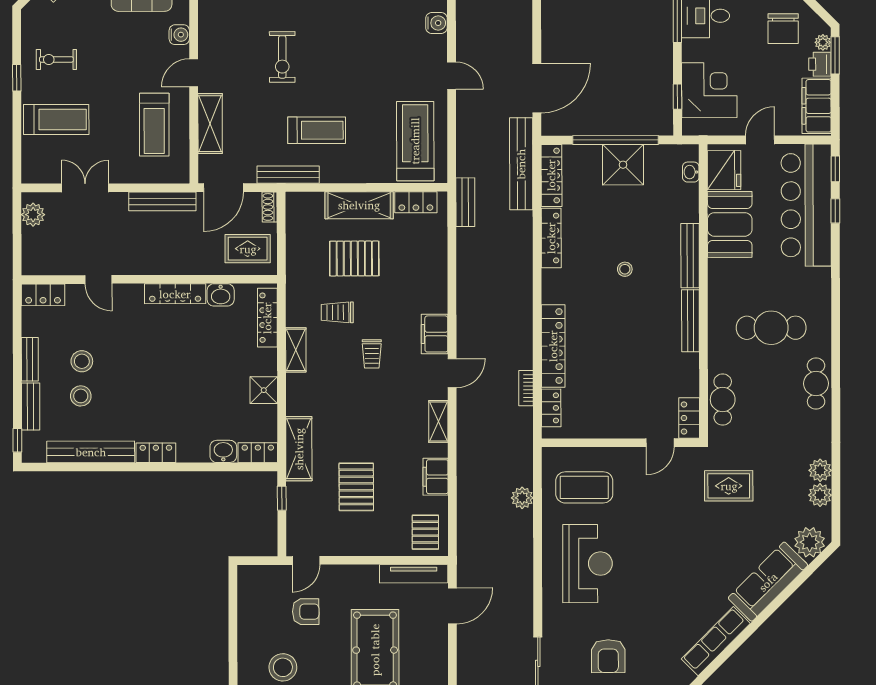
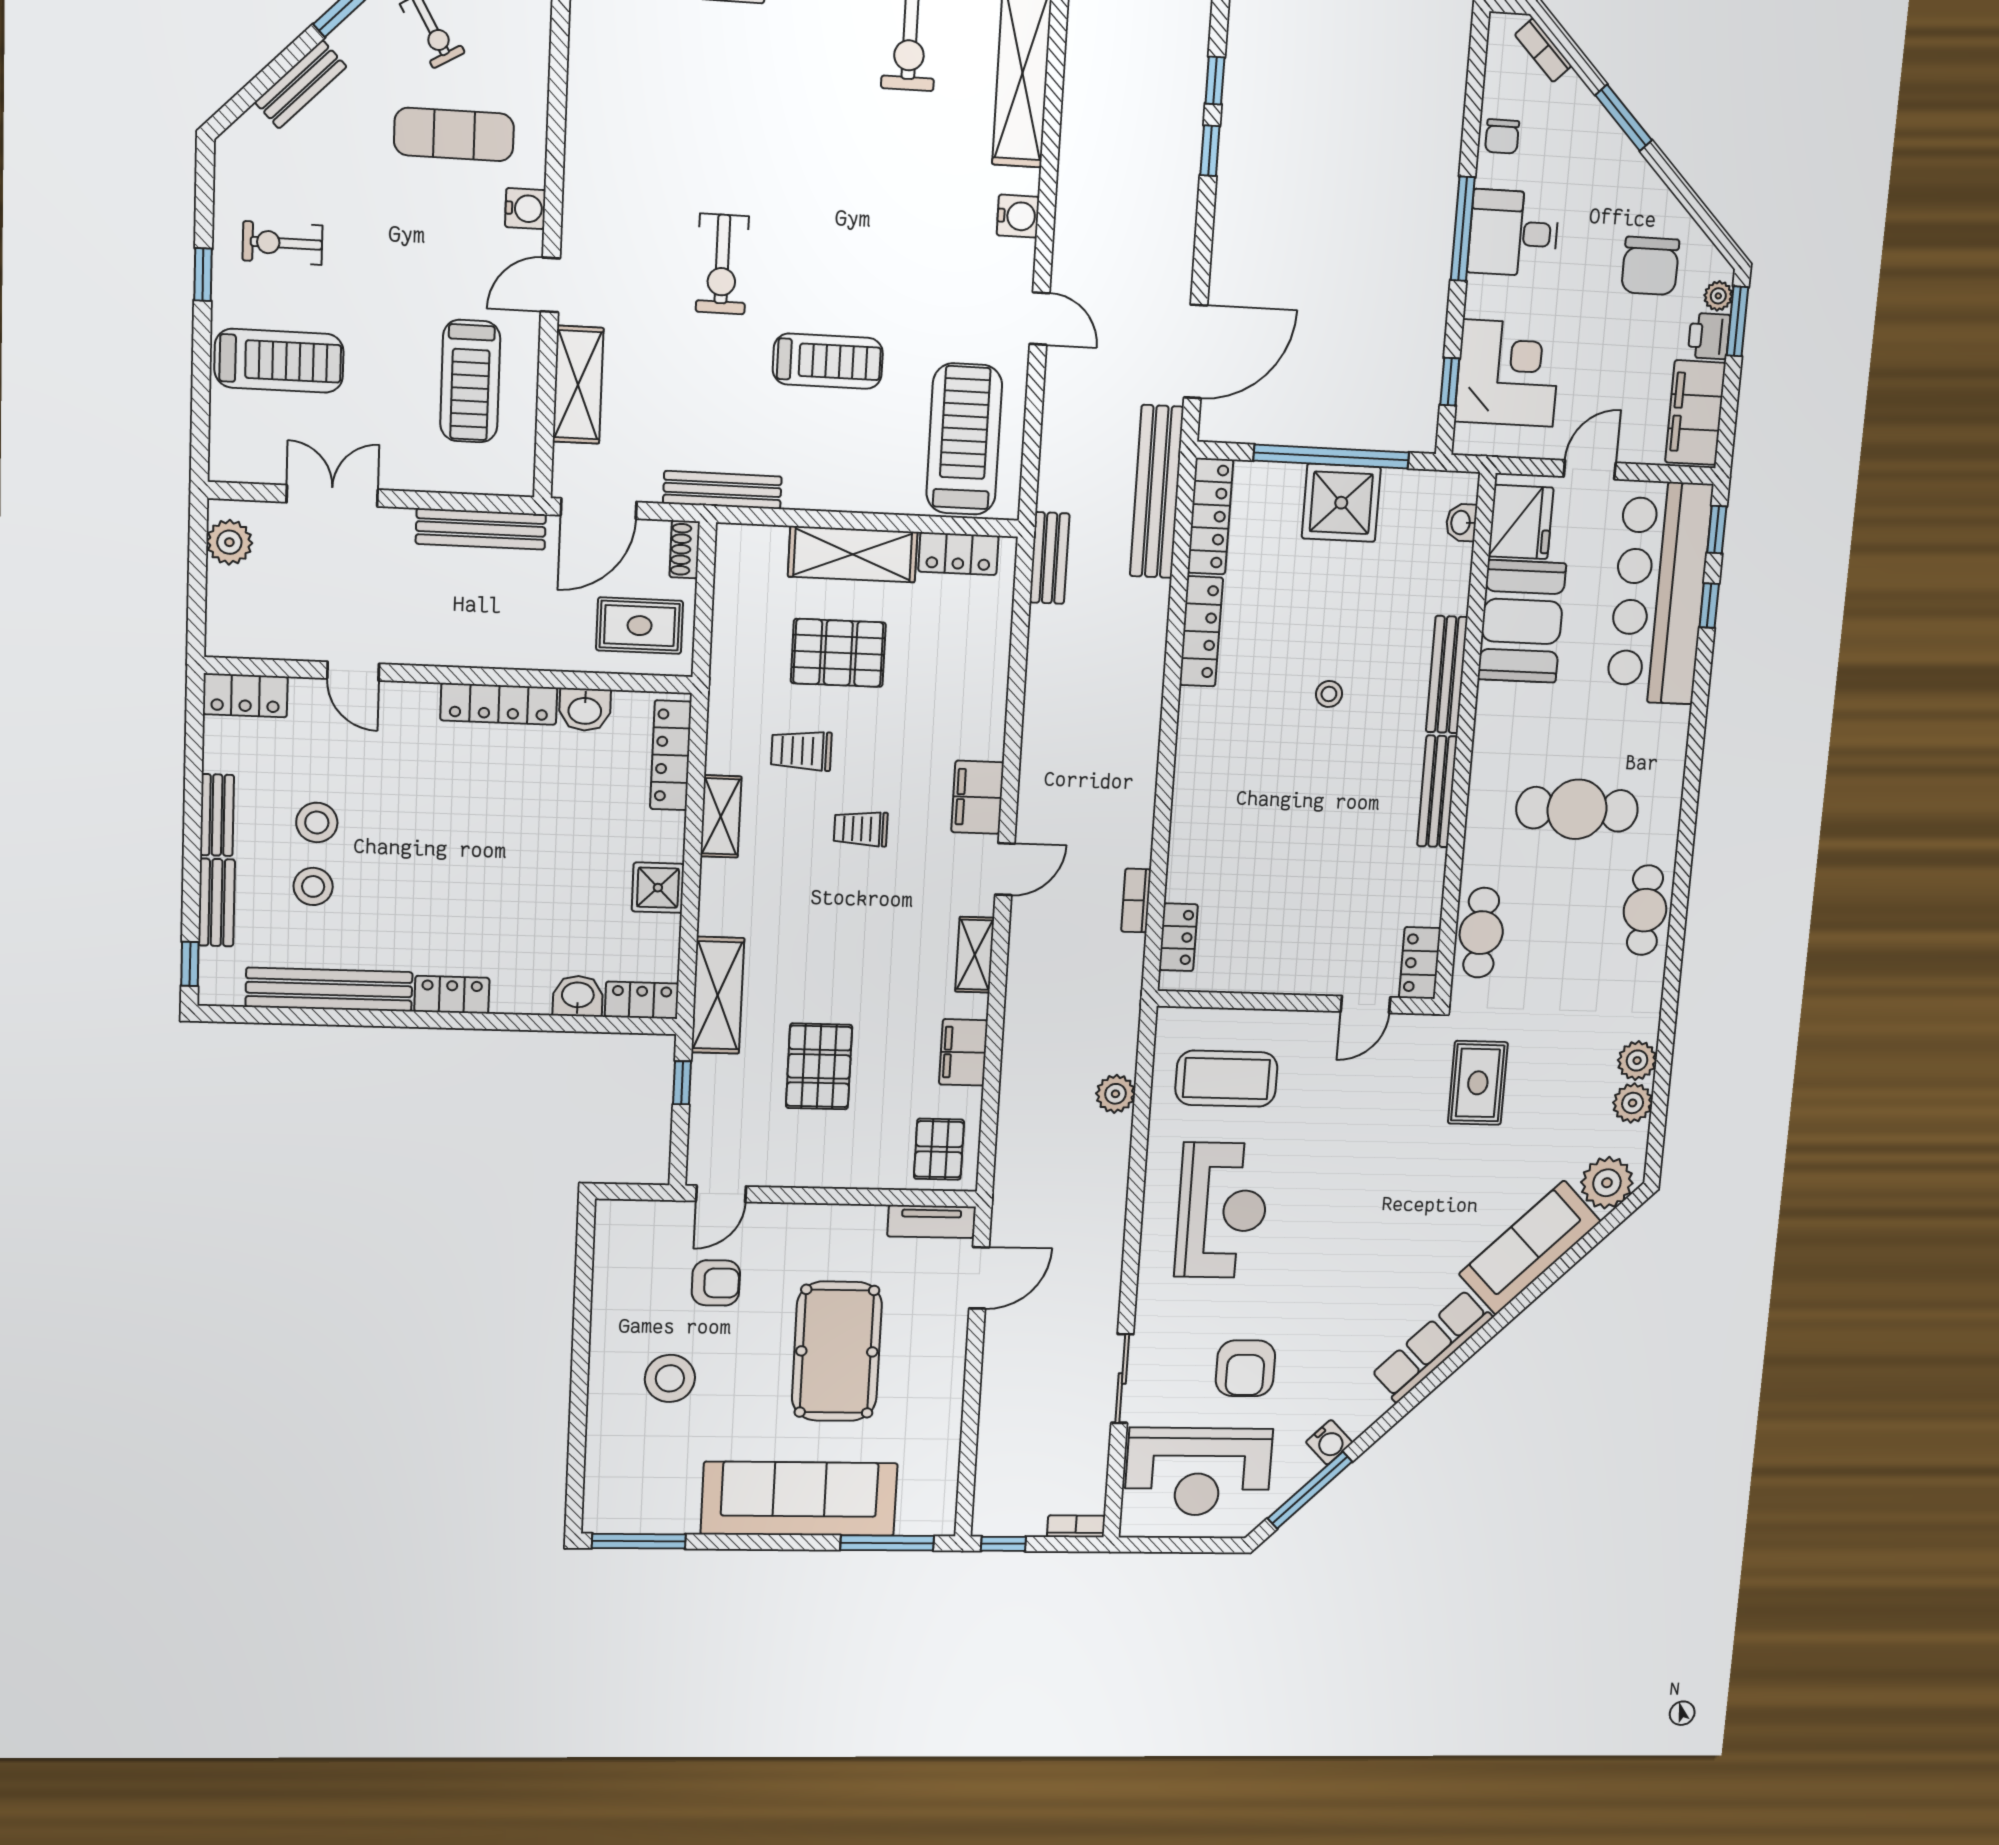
treadmill: (317, 130) -> (828, 361), moved
locker: (553, 346) -> (1190, 827), removed
trolley: (372, 354) -> (861, 829), turned 90
rug: (729, 486) -> (1478, 1083), turned 90
tv unit: (414, 574) -> (931, 1222), width x0.71

